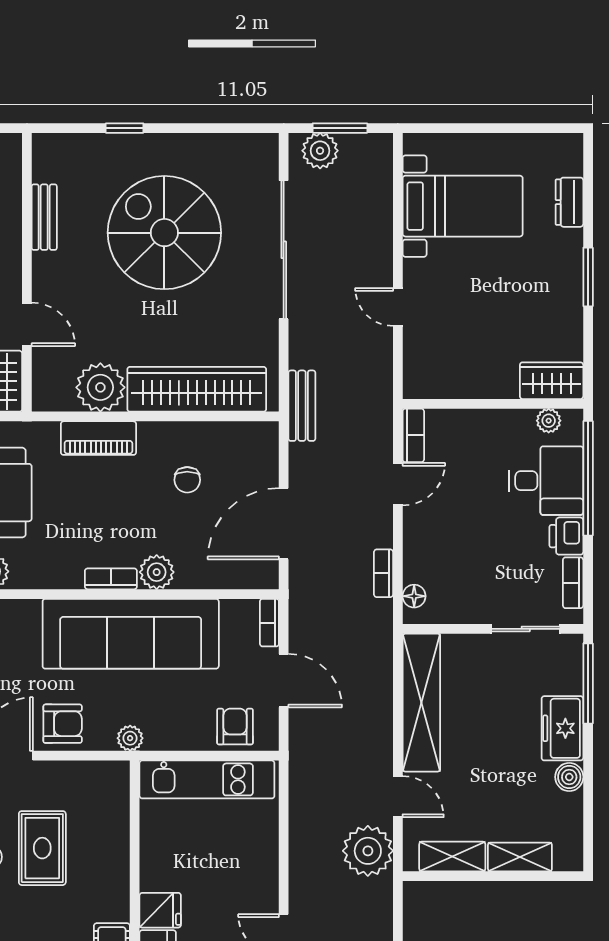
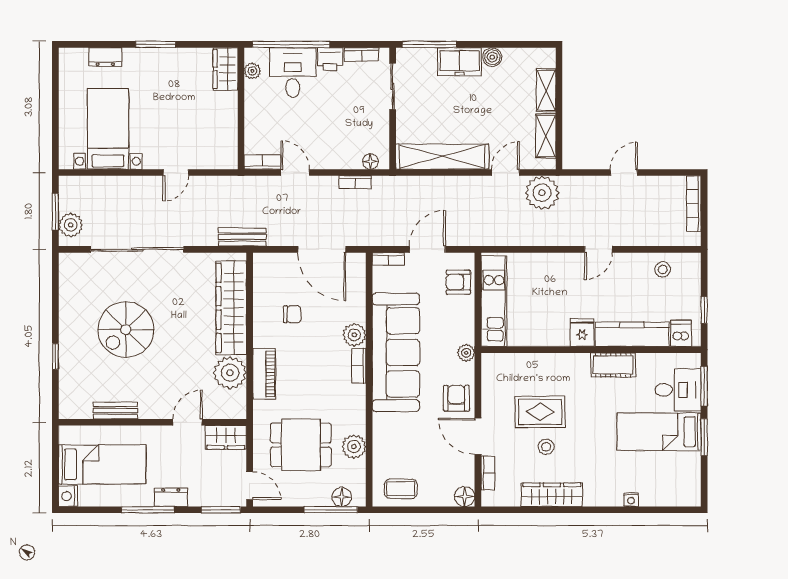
spiral stairs: (164, 233) -> (126, 330), width x0.73, depth x0.73

